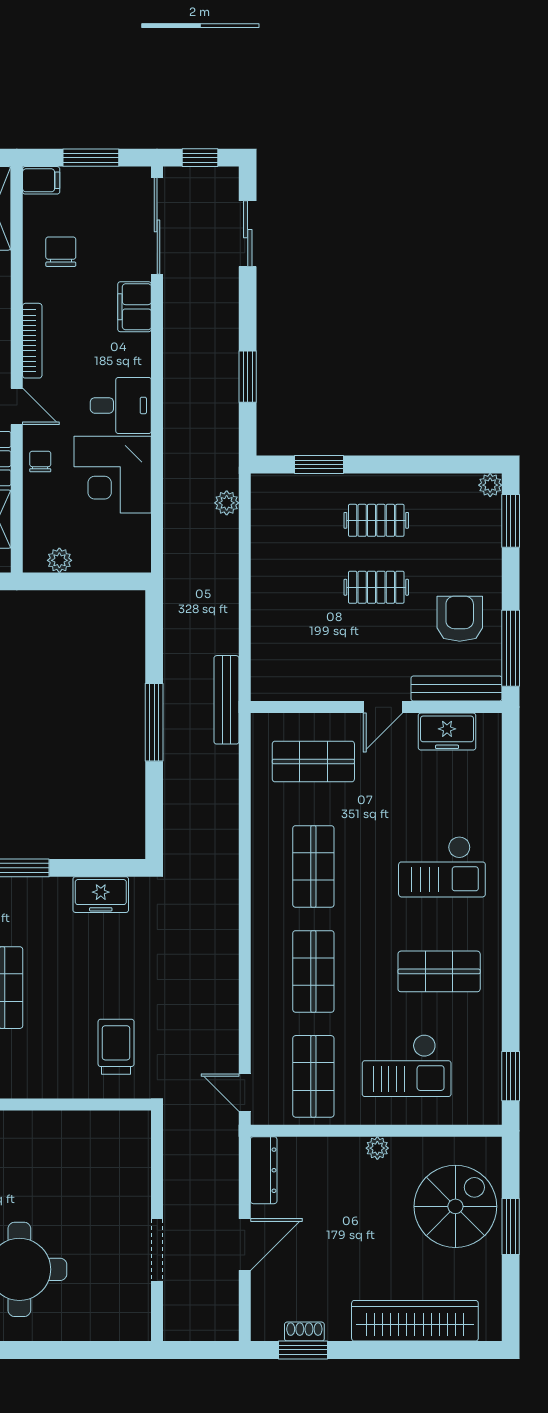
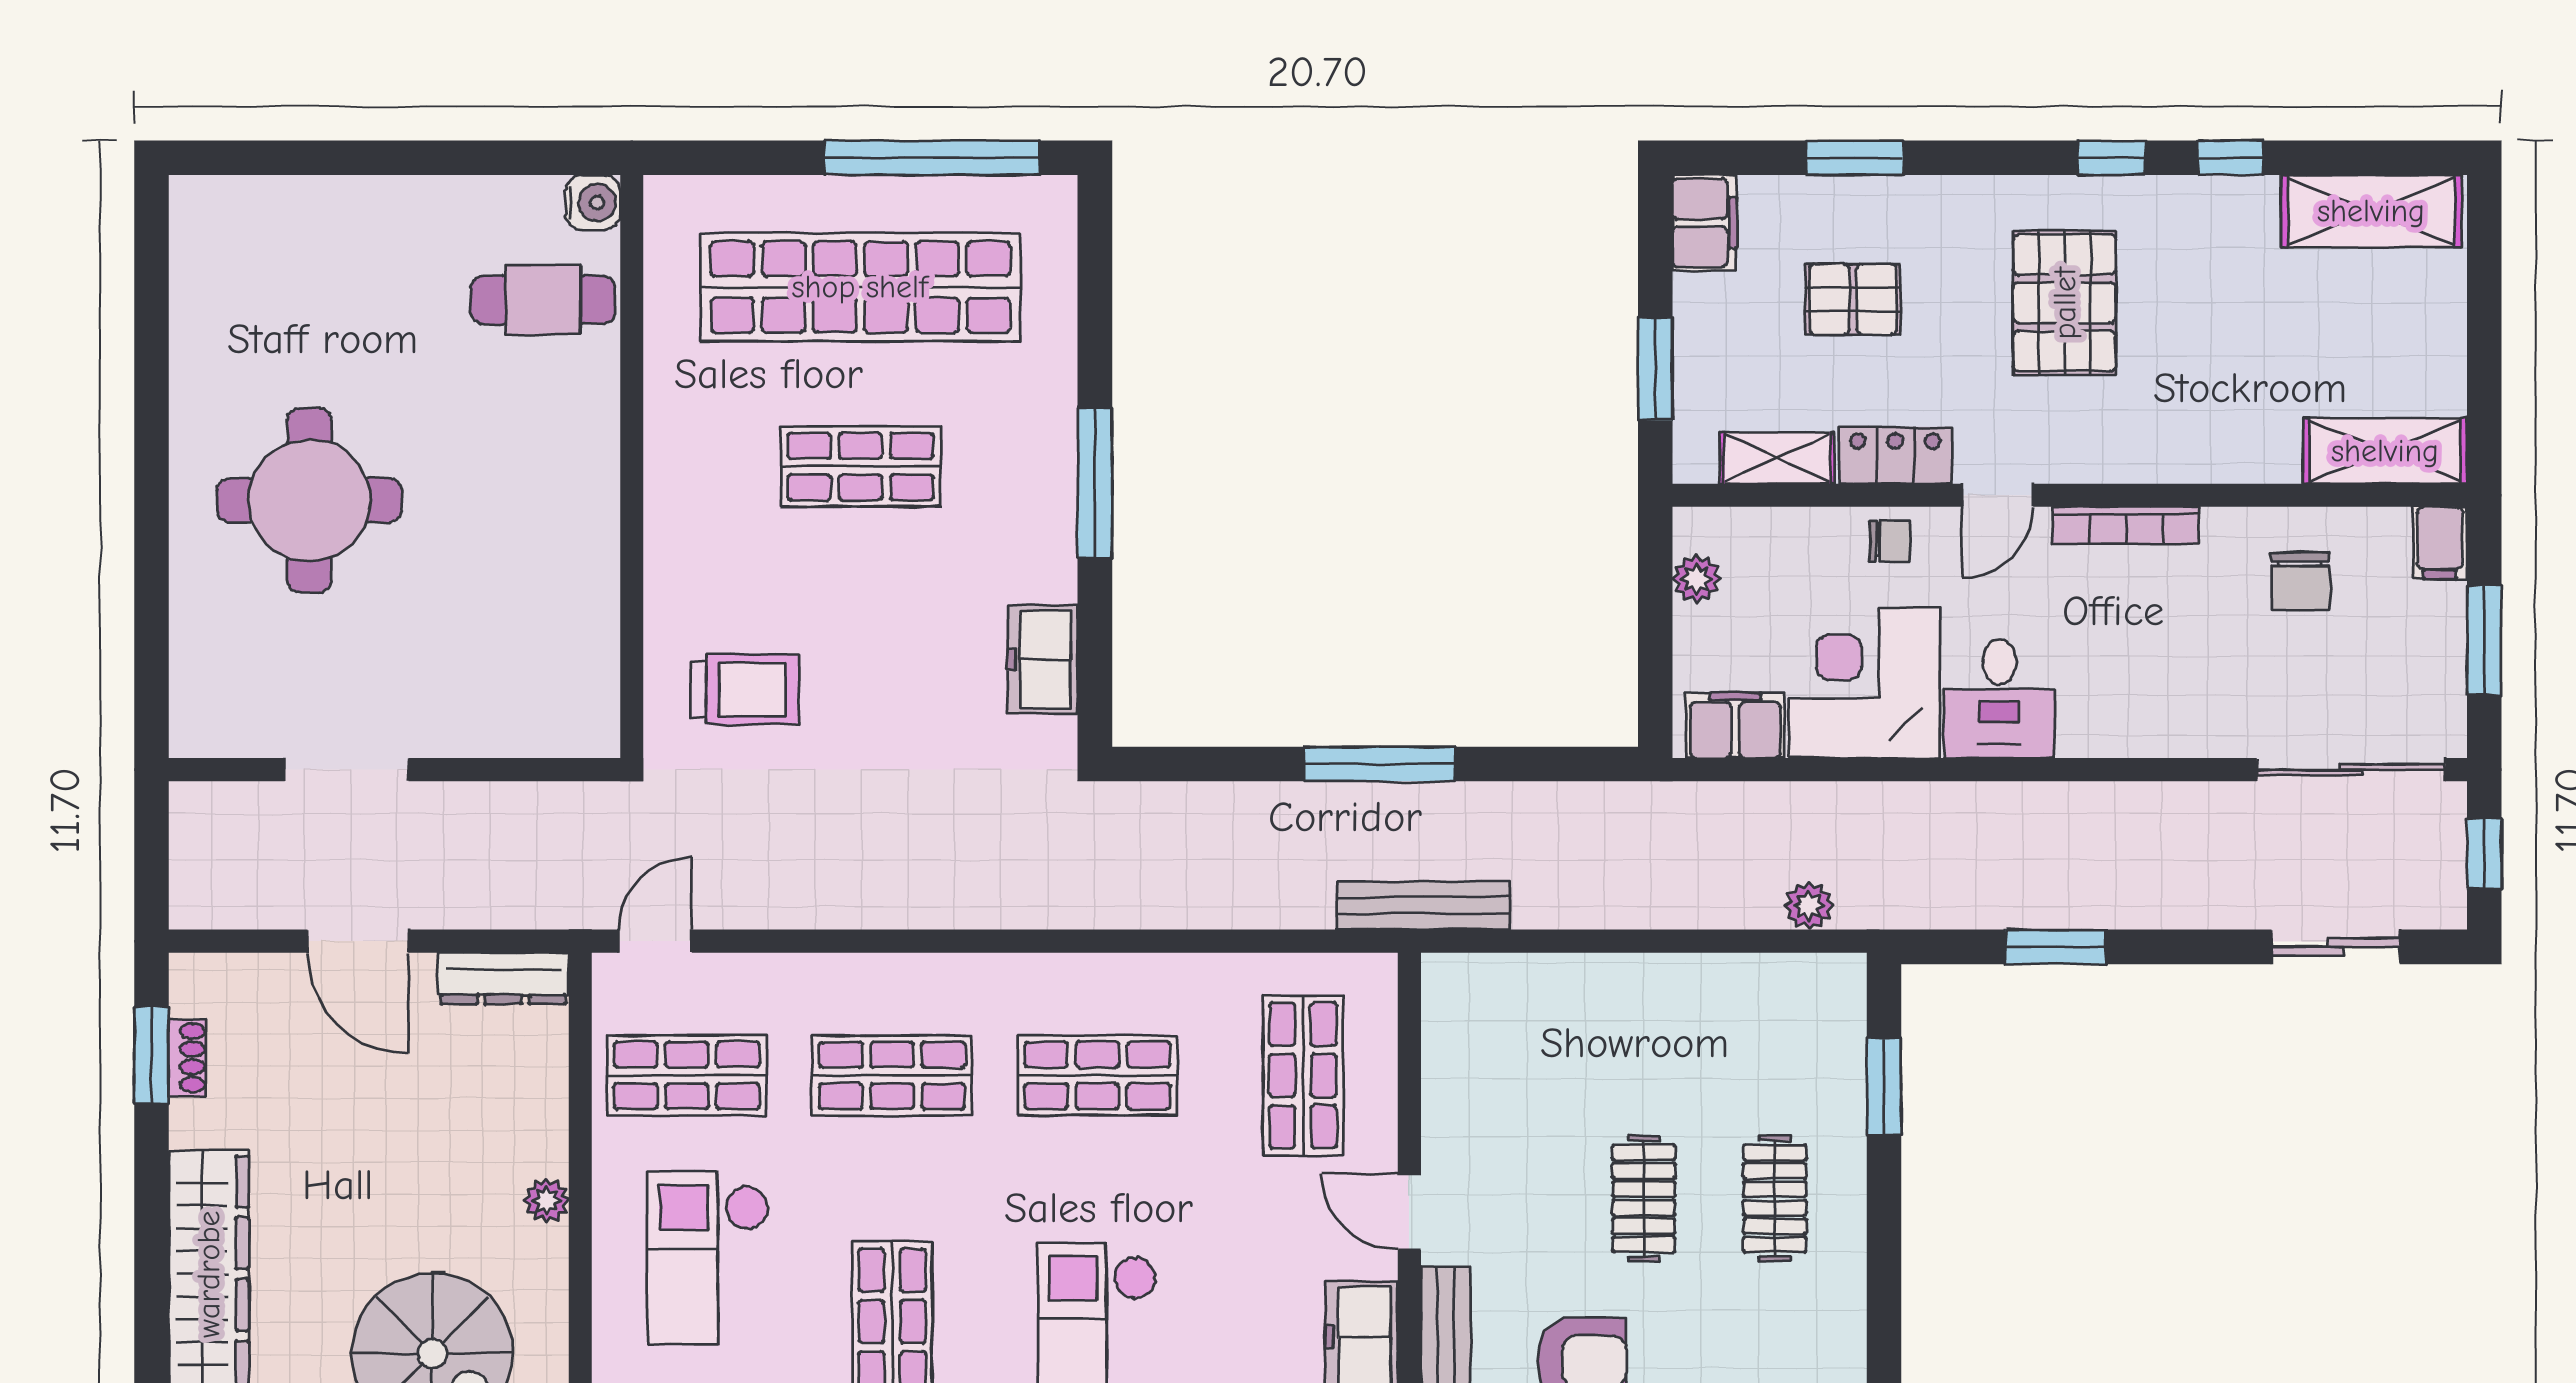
chair: (61, 252) -> (2300, 581), turned 90
filing cabinet: (134, 307) -> (1735, 725), moved

